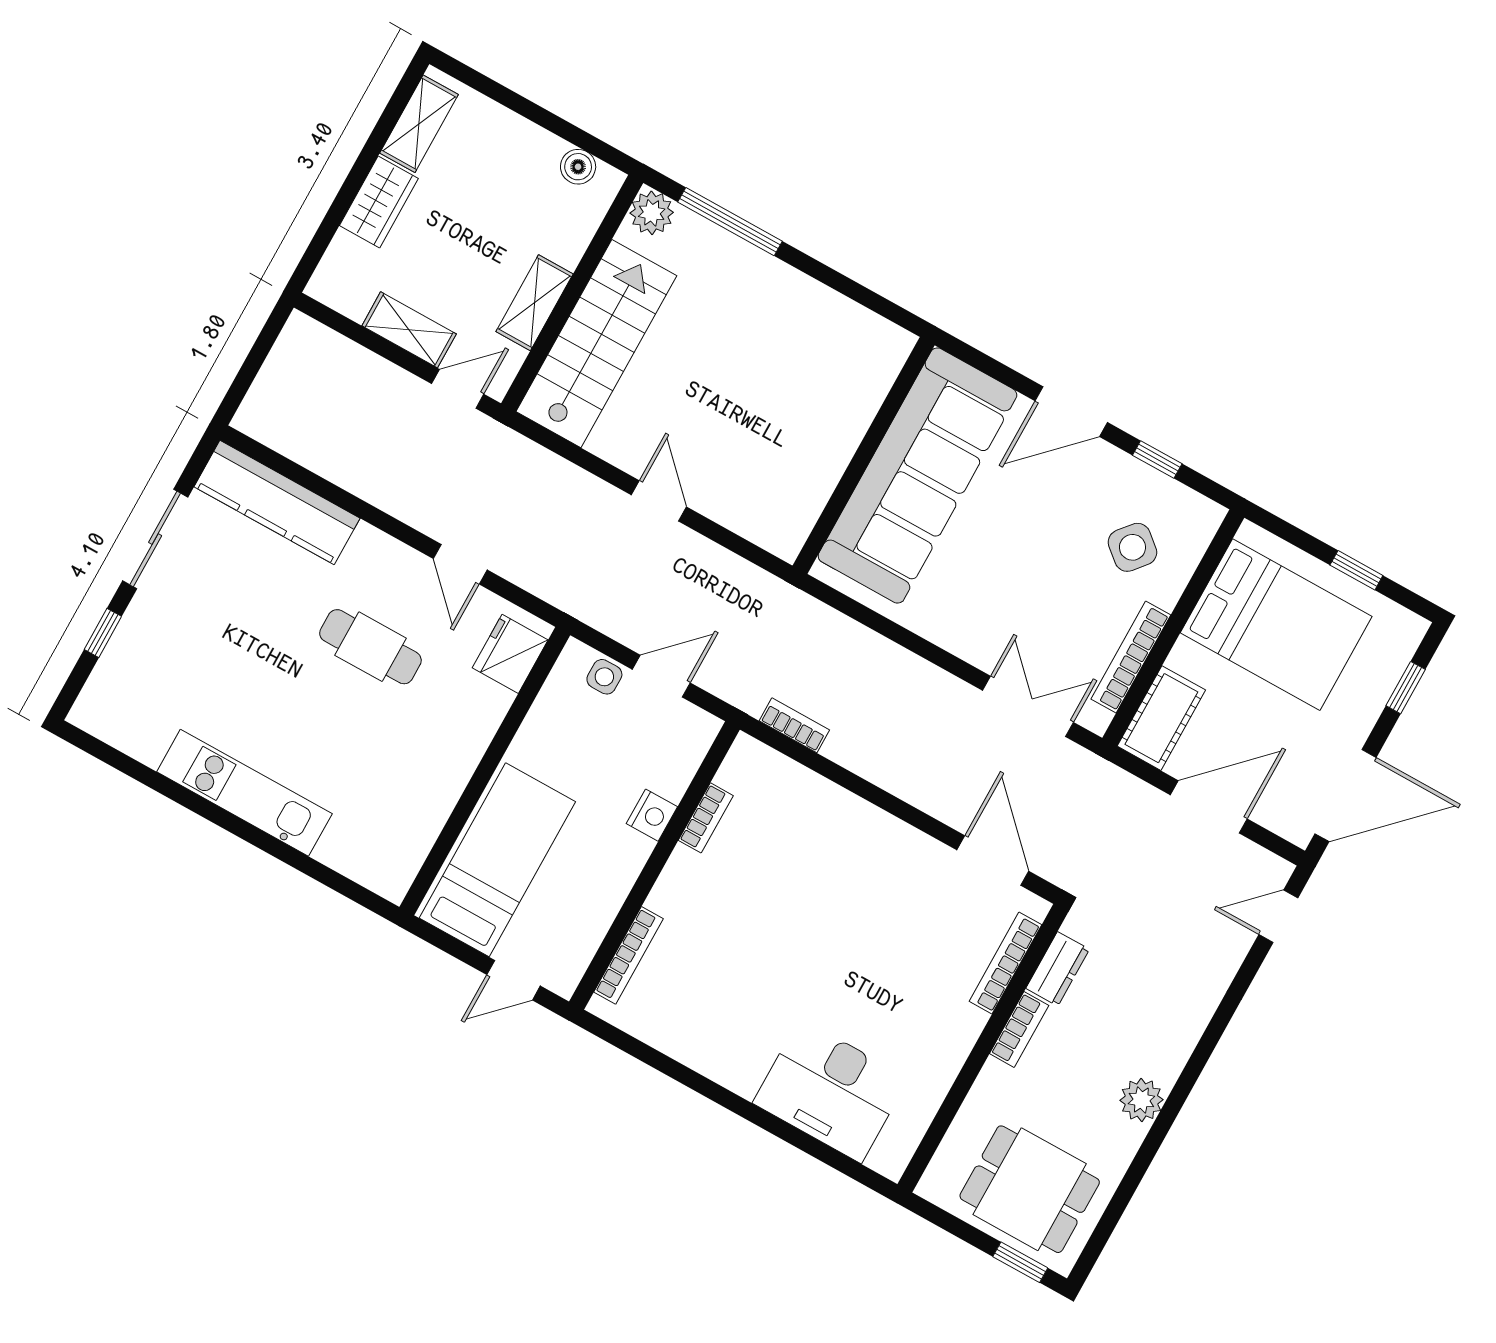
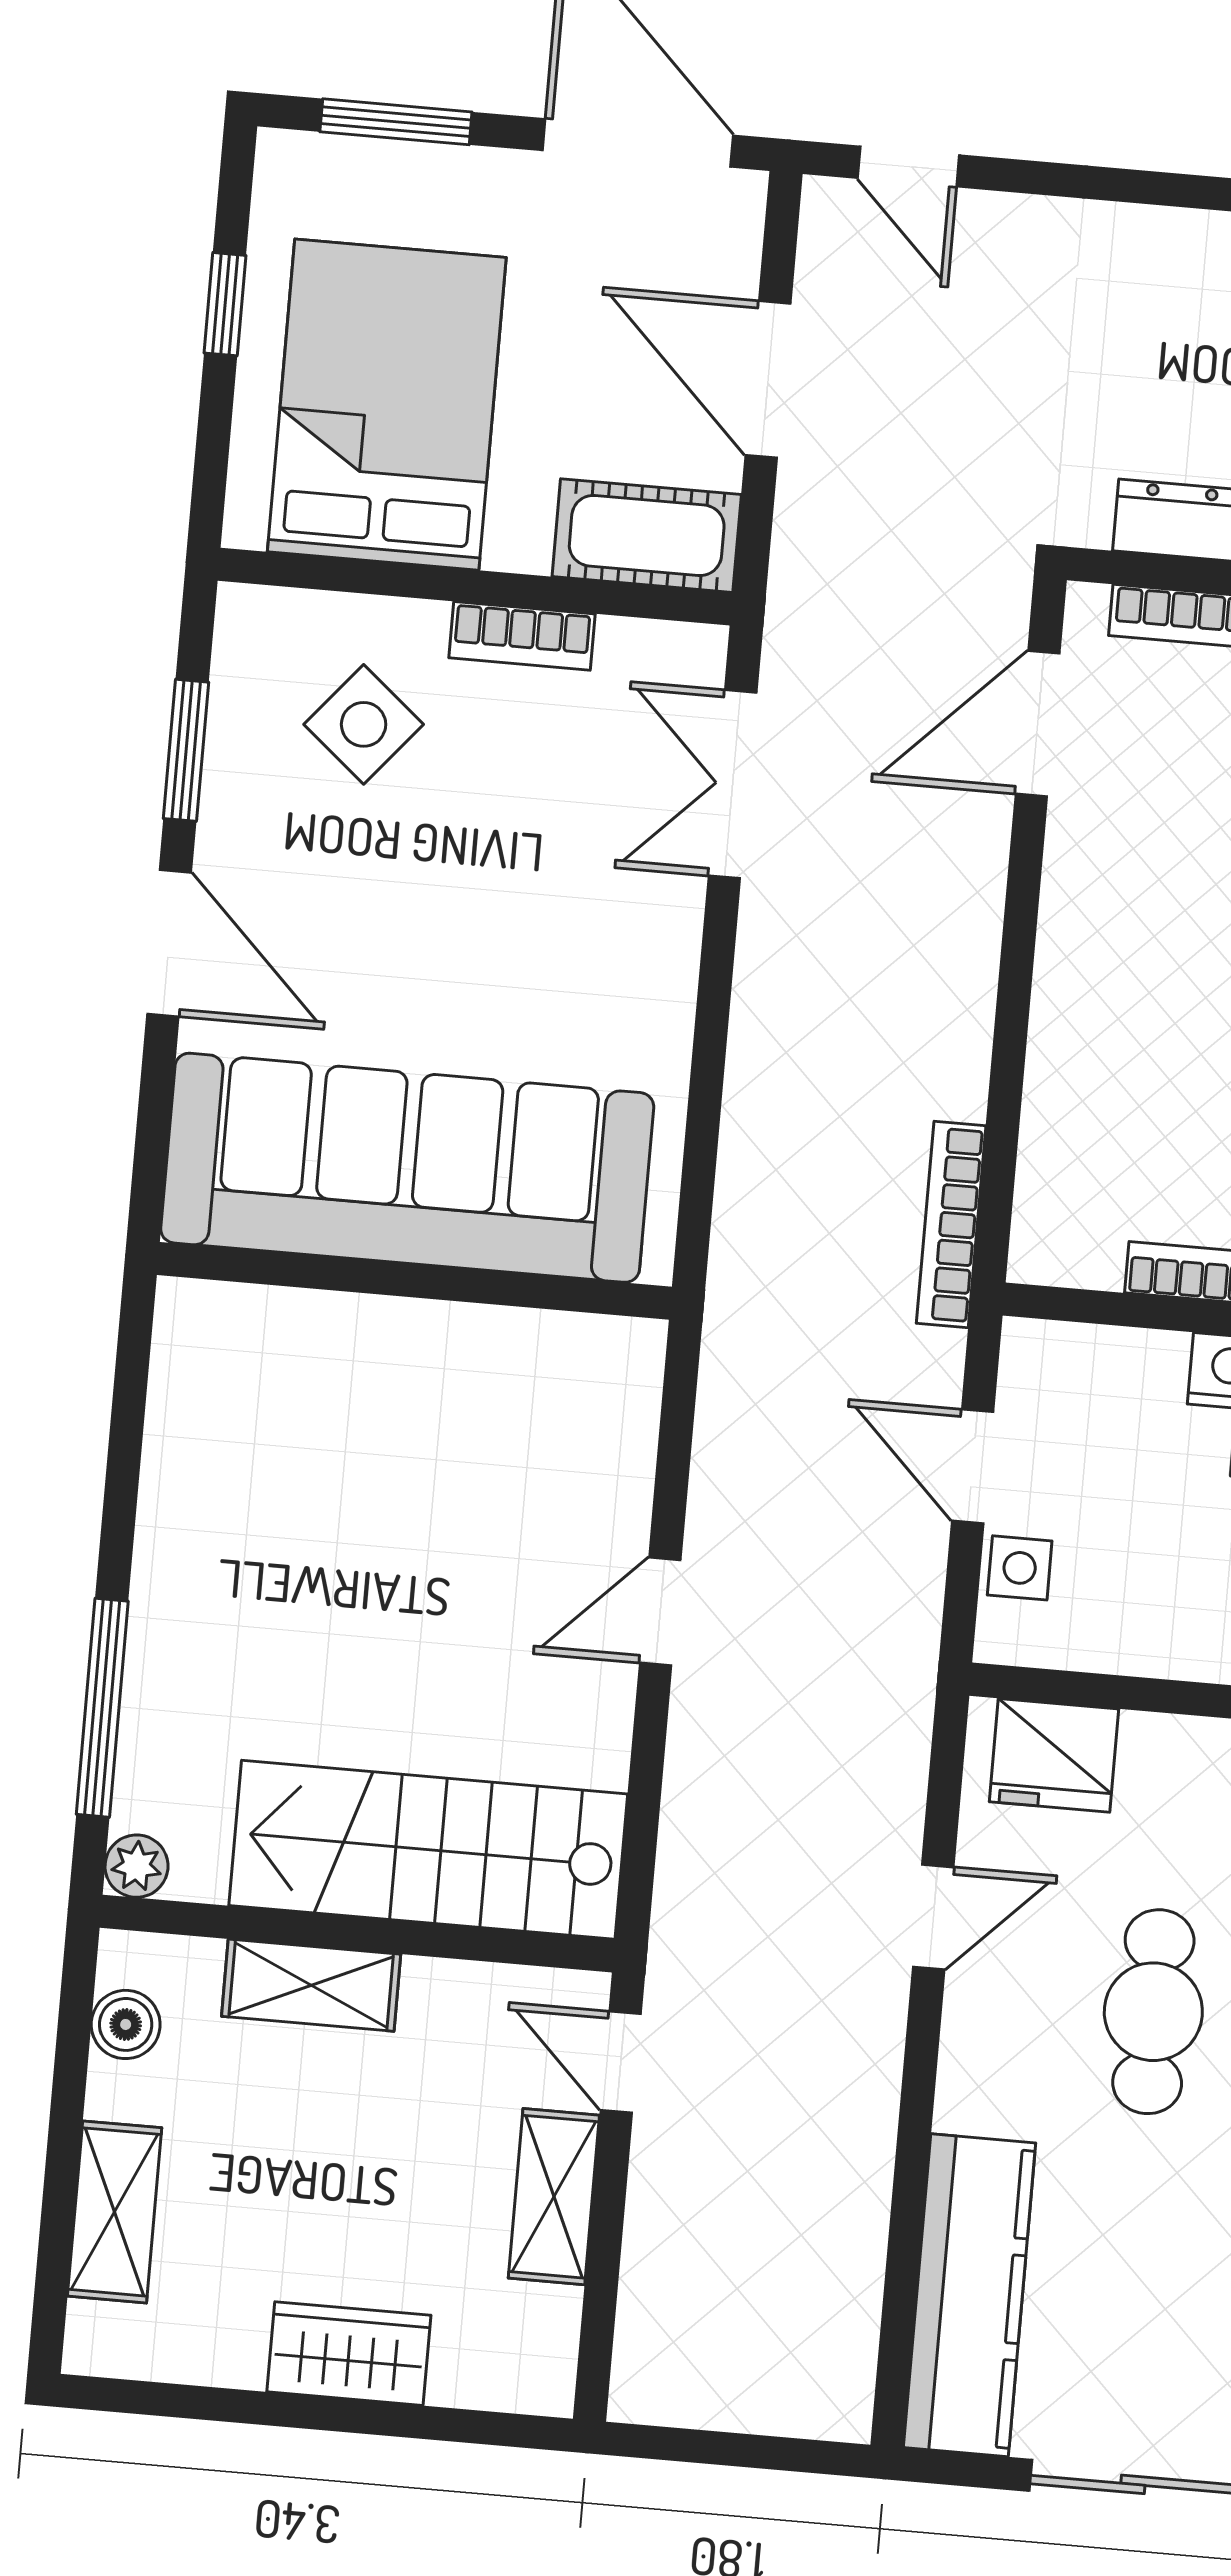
shelving: (419, 124) -> (115, 2212), moved, turned 90
plant: (652, 213) -> (137, 1866), width x0.73, depth x0.73
shelving: (535, 303) -> (311, 1985), moved
window: (1157, 459) -> (186, 750), width x1.50
bookcase: (1131, 657) -> (522, 636), width x0.64
window: (1406, 688) -> (396, 122), width x1.50
bookcase: (794, 725) -> (951, 1225), width x1.56

